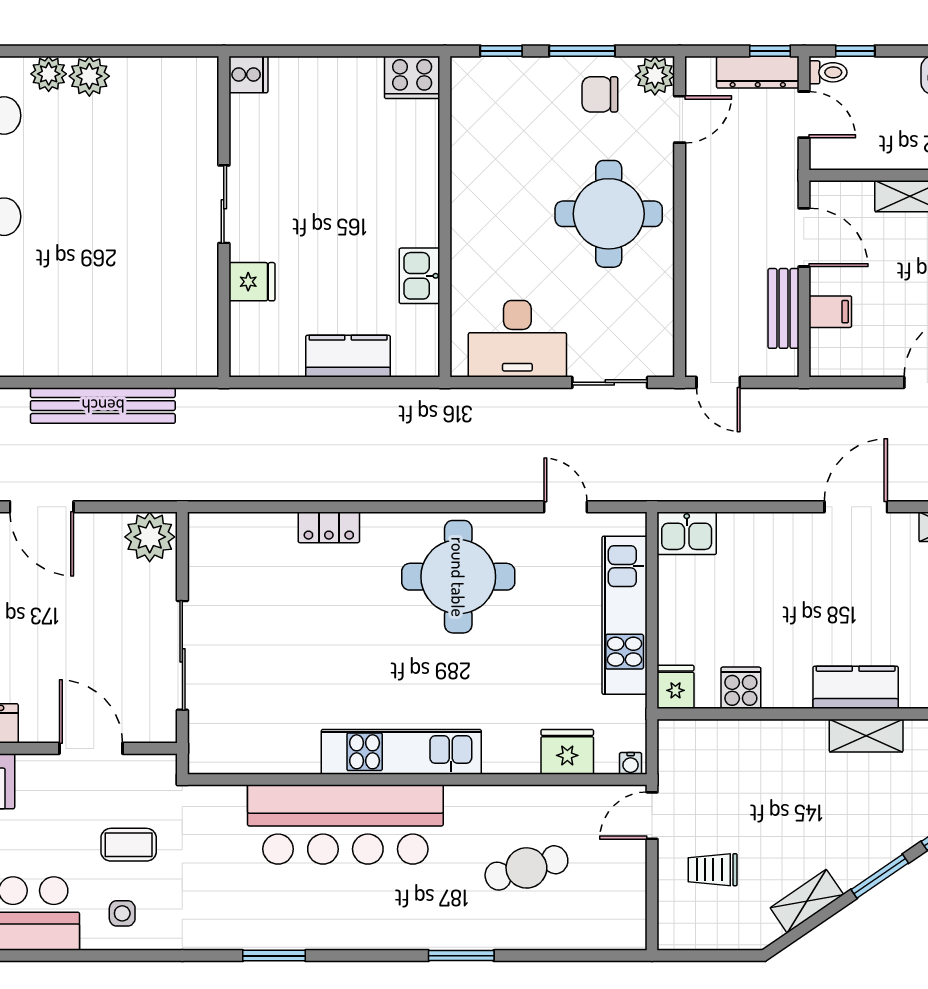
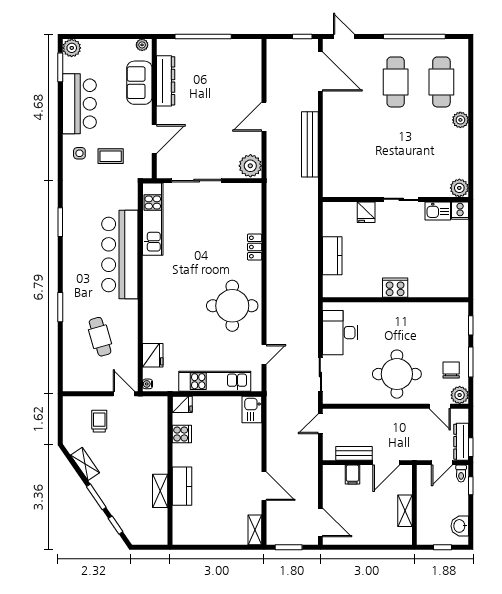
plant: (89, 76) -> (459, 188), moved
cooker: (412, 77) -> (395, 288), moved, turned 90
kitchen sink: (419, 276) -> (438, 211), moved, turned 180
kitchen unit: (401, 752) -> (153, 219), moved
coffee table: (129, 845) -> (111, 156), turned 90

